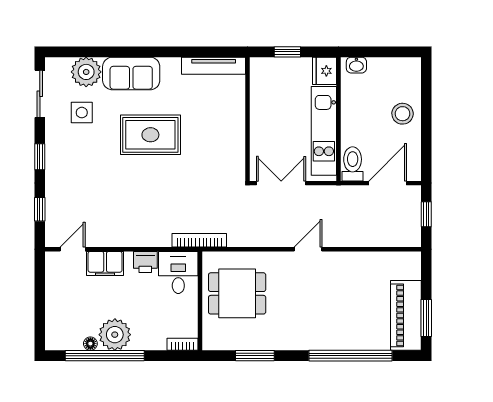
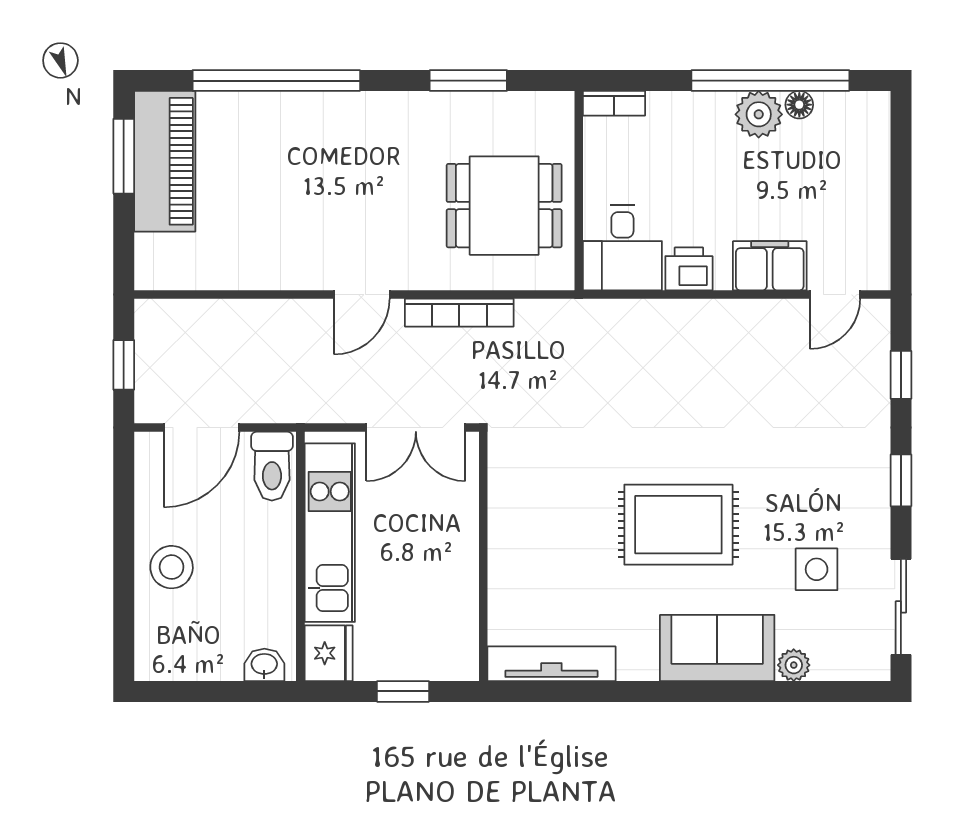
plant: (86, 72) -> (794, 665), width x0.53, depth x0.53
bookcase: (199, 240) -> (459, 313), moved
plant: (115, 335) -> (759, 114), width x0.73, depth x0.73

